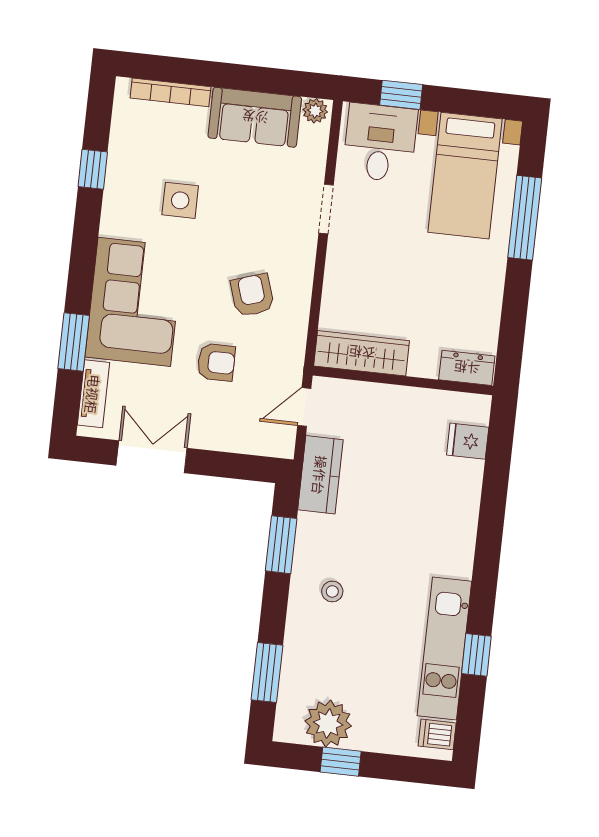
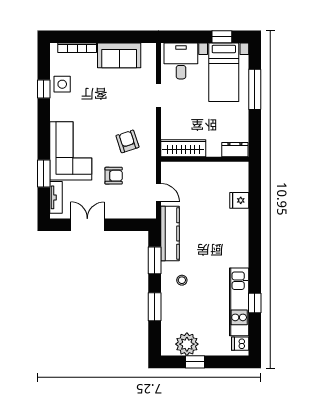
window: (401, 95) -> (222, 37), moved
plant: (315, 111) -> (148, 49), removed
side table: (180, 200) -> (62, 84), moved
wardrobe: (362, 353) -> (183, 148), moved
dresser: (467, 368) -> (235, 150), moved
wall: (403, 381) -> (205, 159), moved
door: (304, 407) -> (158, 193), swing flipped
kitchen counter: (320, 475) -> (170, 234), width x1.50
window: (267, 673) -> (155, 307), moved

